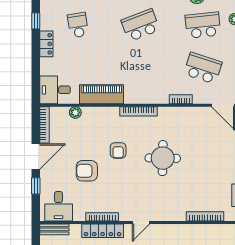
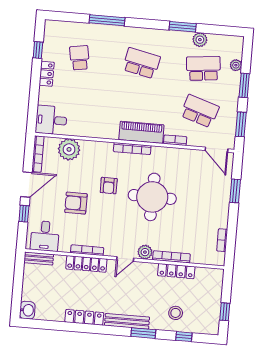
school desk: (140, 25) -> (141, 63), turned 33
piano: (102, 94) -> (141, 132), moved
plant: (75, 112) -> (69, 149), width x1.87, depth x1.87
round table: (163, 158) -> (152, 197), width x1.36, depth x1.36
plant: (160, 214) -> (145, 252), added
bookcase: (205, 216) -> (171, 257), moved
locker: (193, 230) -> (176, 271), added

